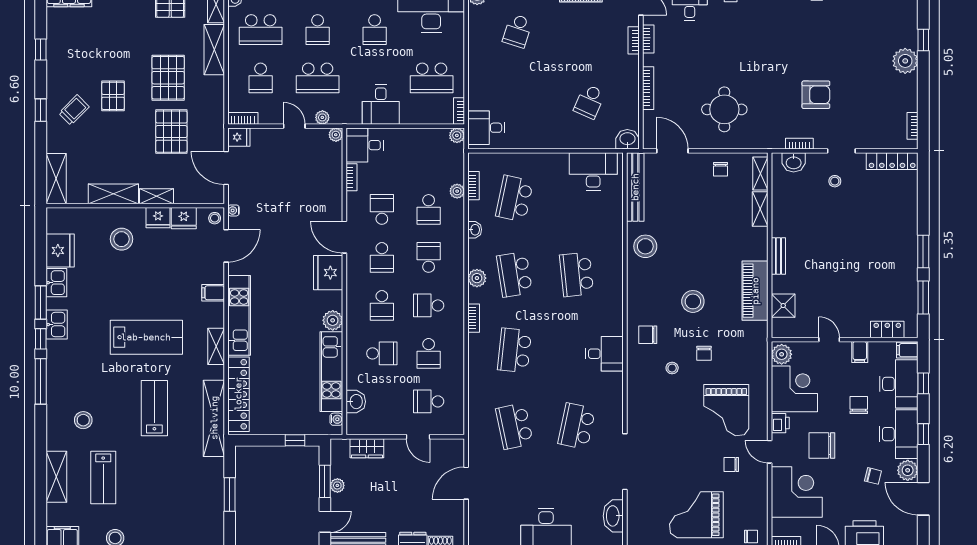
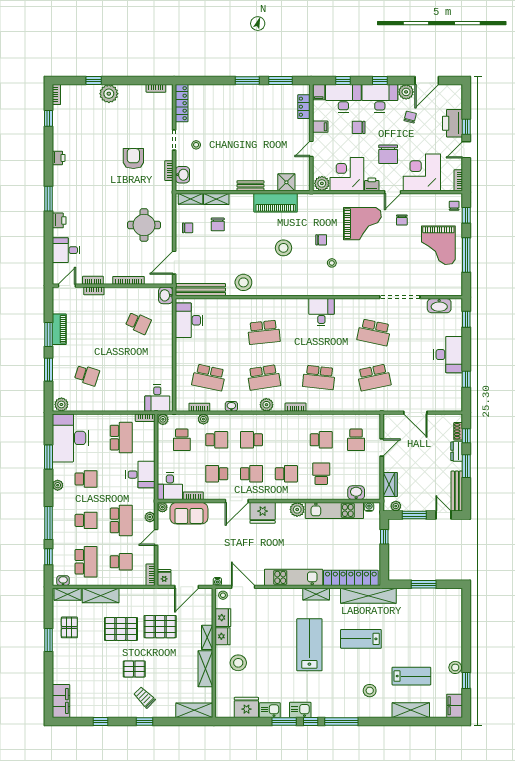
sofa: (328, 171) -> (189, 513), added
filing cabinet: (213, 293) -> (277, 596), removed
school desk: (429, 305) -> (182, 440), moved
chair: (648, 335) -> (218, 224), moved
plant: (337, 485) -> (396, 506), moved

